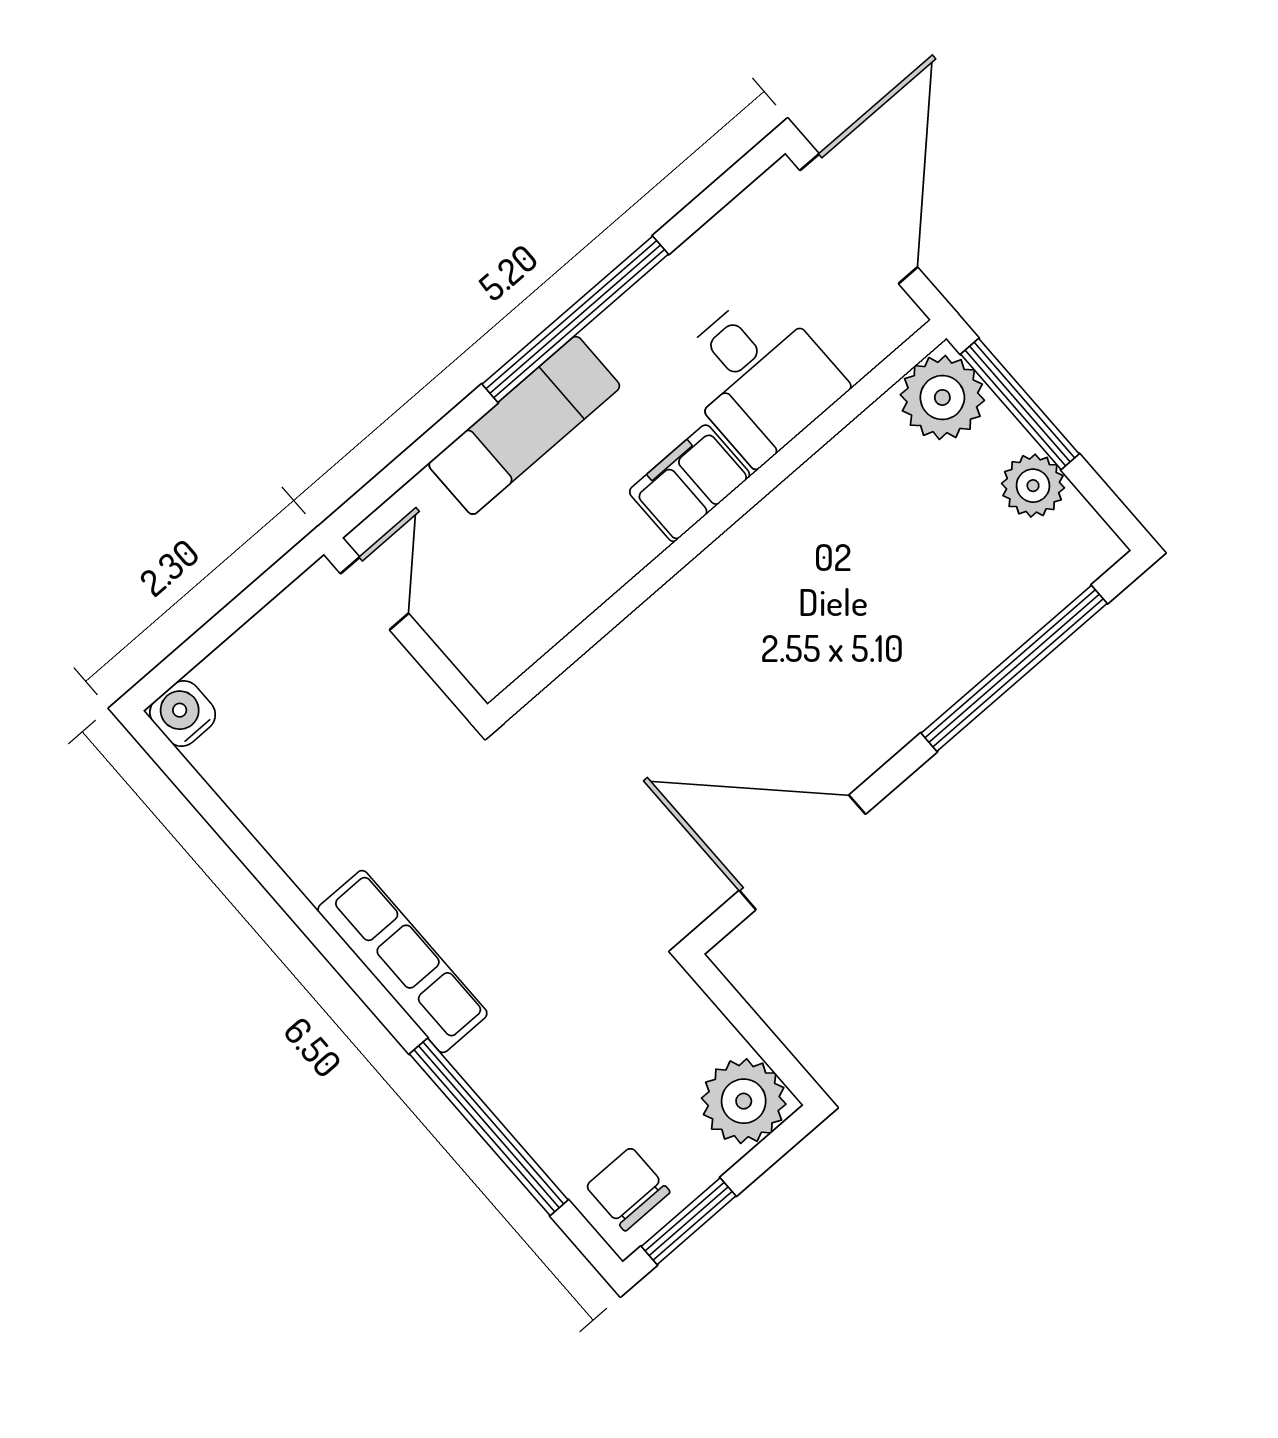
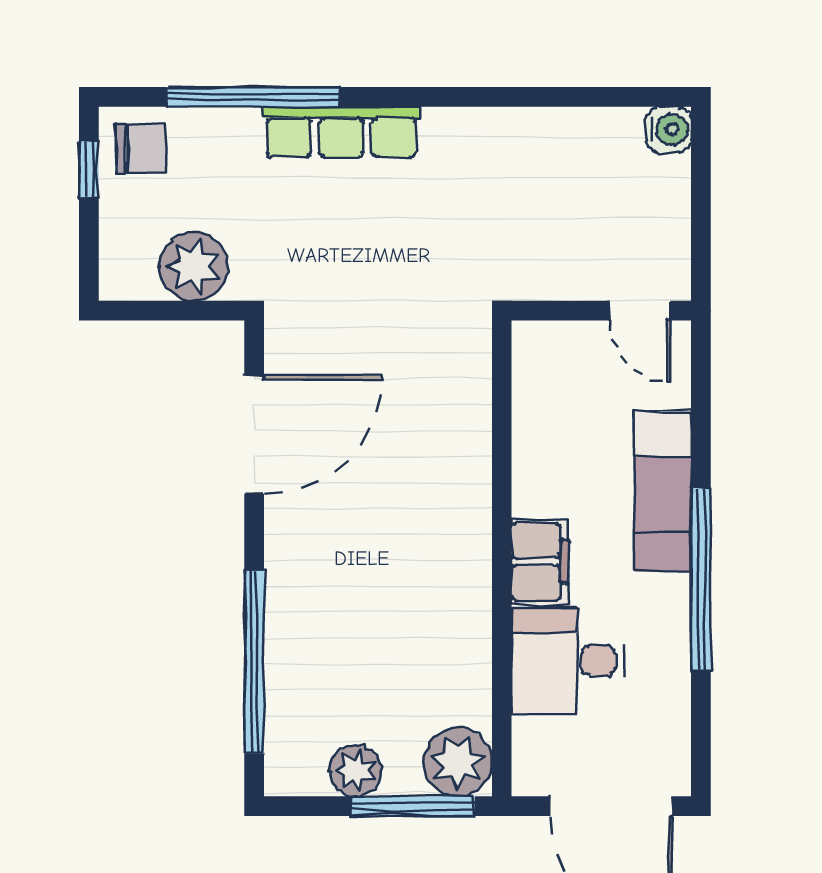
row of seats: (402, 962) -> (341, 132), moved
plant: (744, 1101) -> (194, 266), moved
window: (689, 1221) -> (89, 169), width x0.67

